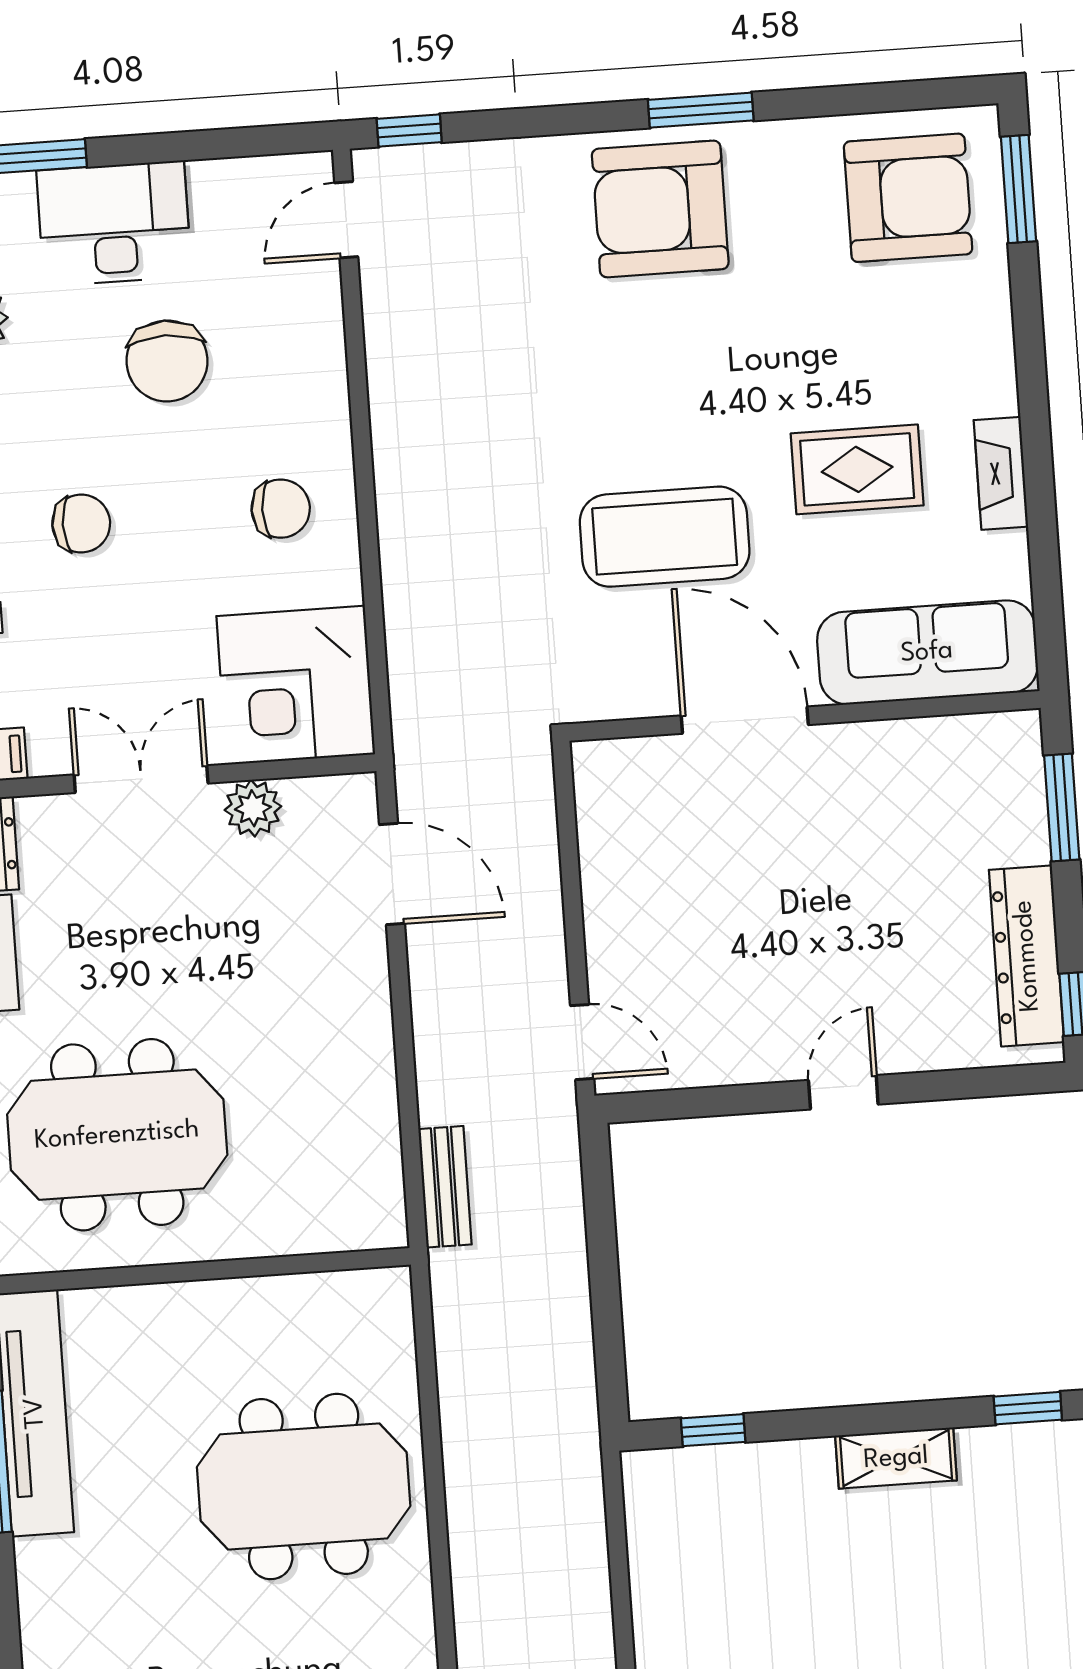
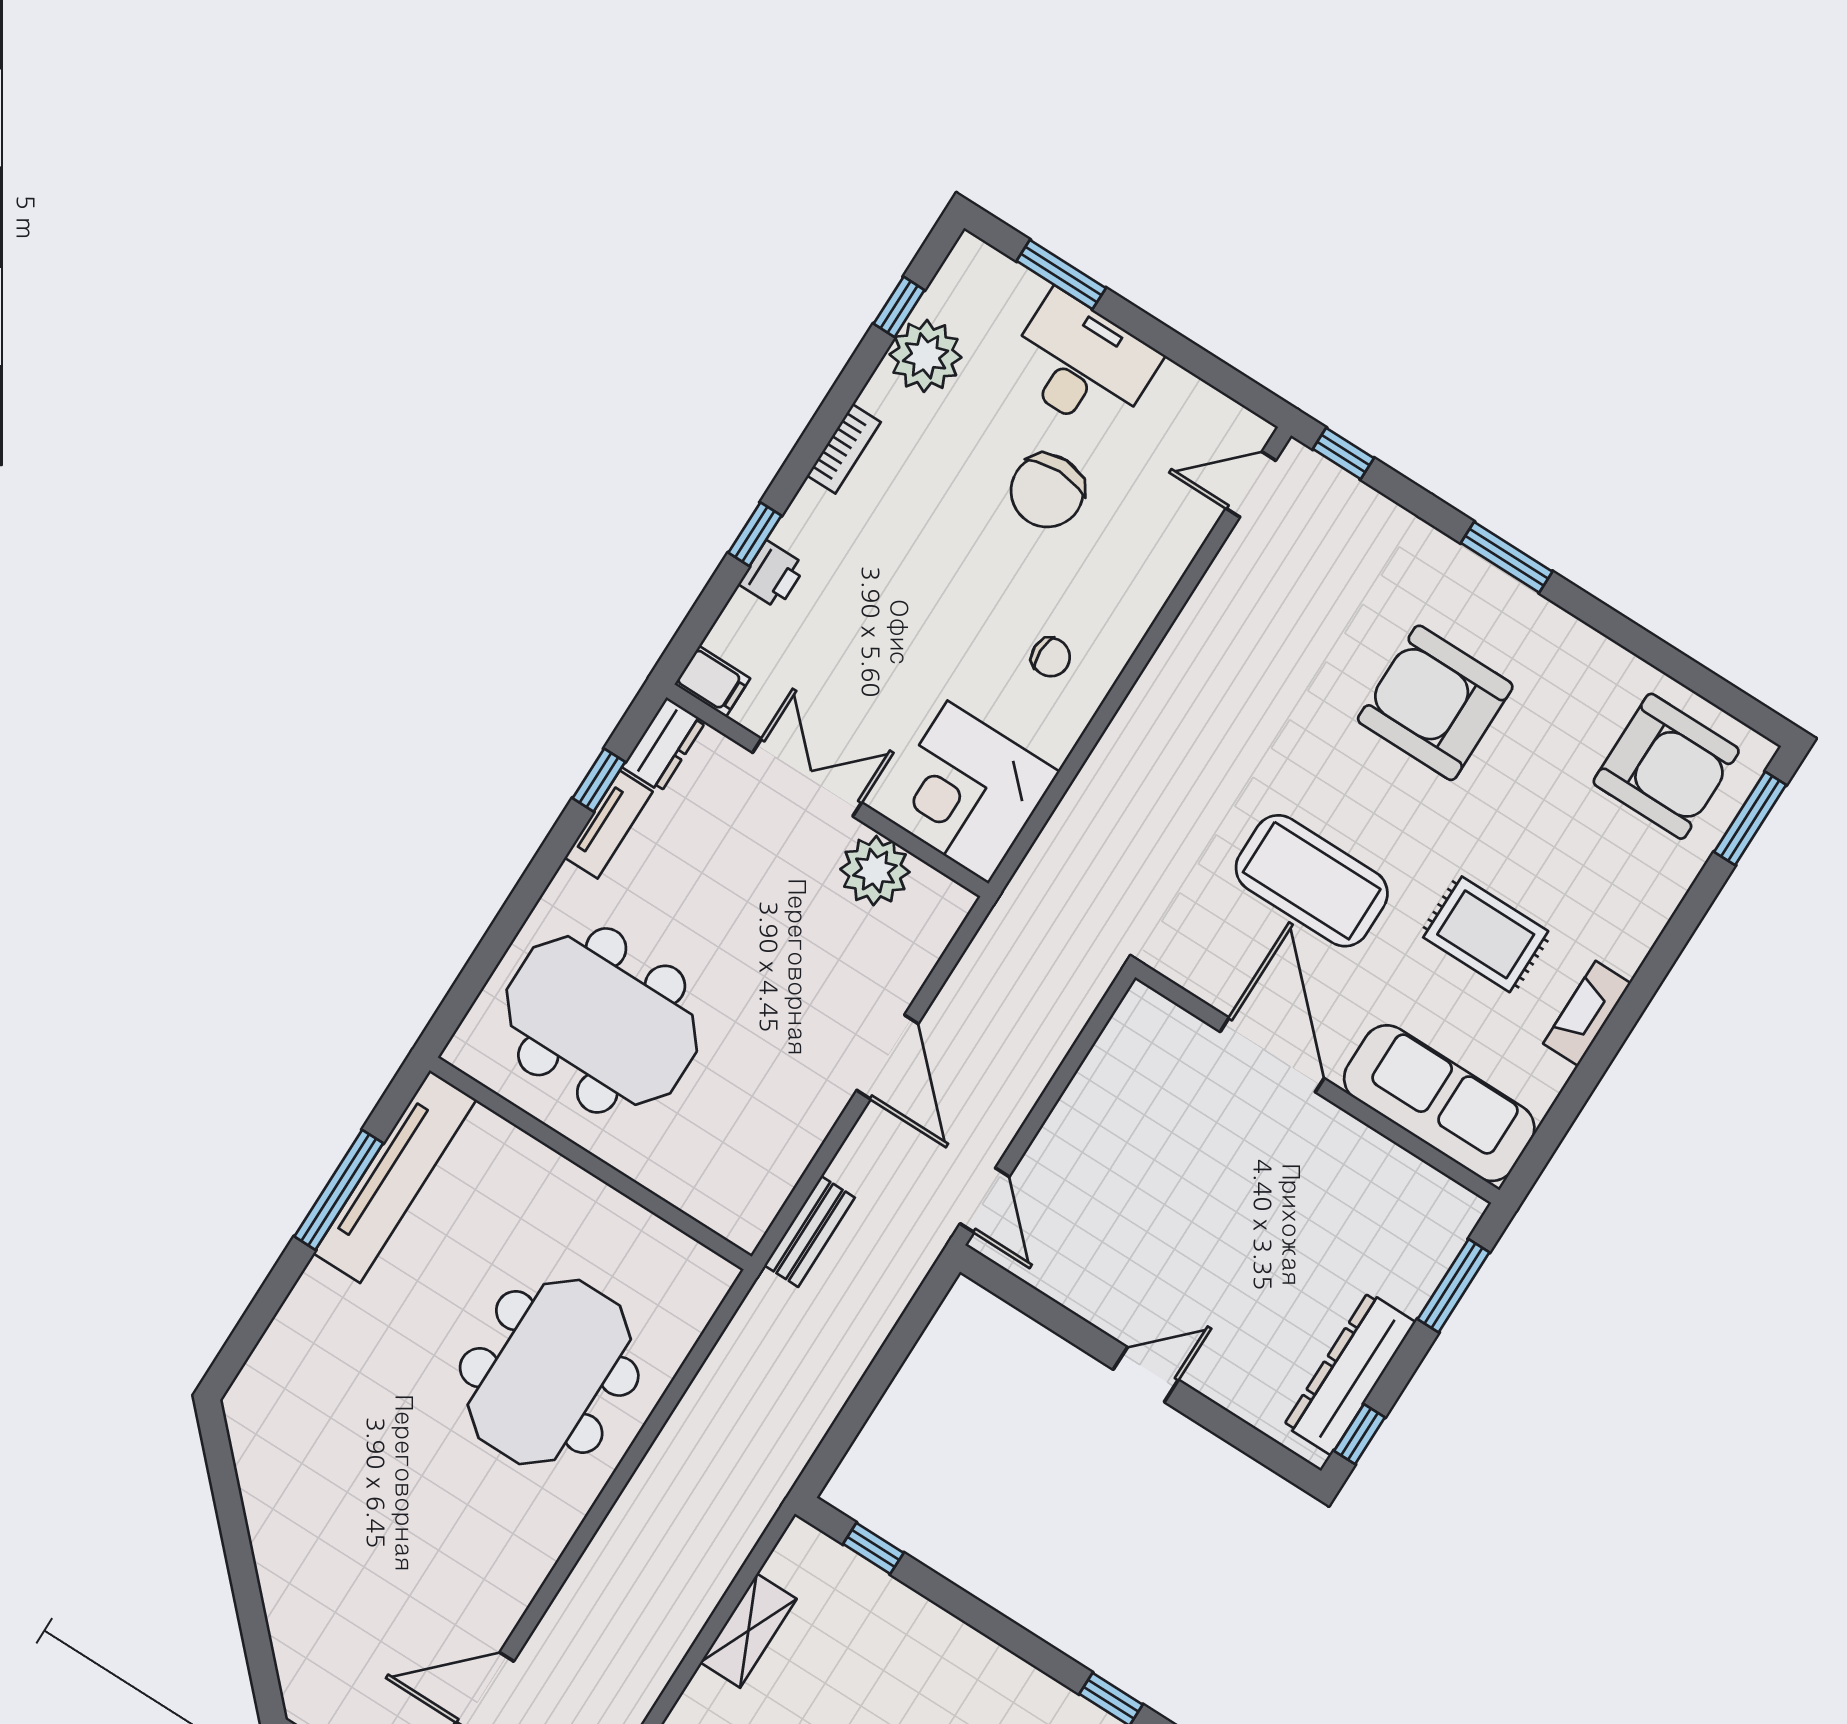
window: (701, 110) -> (1507, 557), moved
armchair: (660, 209) -> (1435, 703), moved
chair: (281, 509) -> (1051, 657), width x0.73, depth x0.73
chair: (81, 524) -> (899, 562), removed
plant: (253, 808) -> (875, 871), width x1.36, depth x1.36
door: (392, 874) -> (888, 1057), moved
shelving: (896, 1458) -> (748, 1631), moved, turned 90
meeting table: (304, 1486) -> (549, 1372), turned 90

